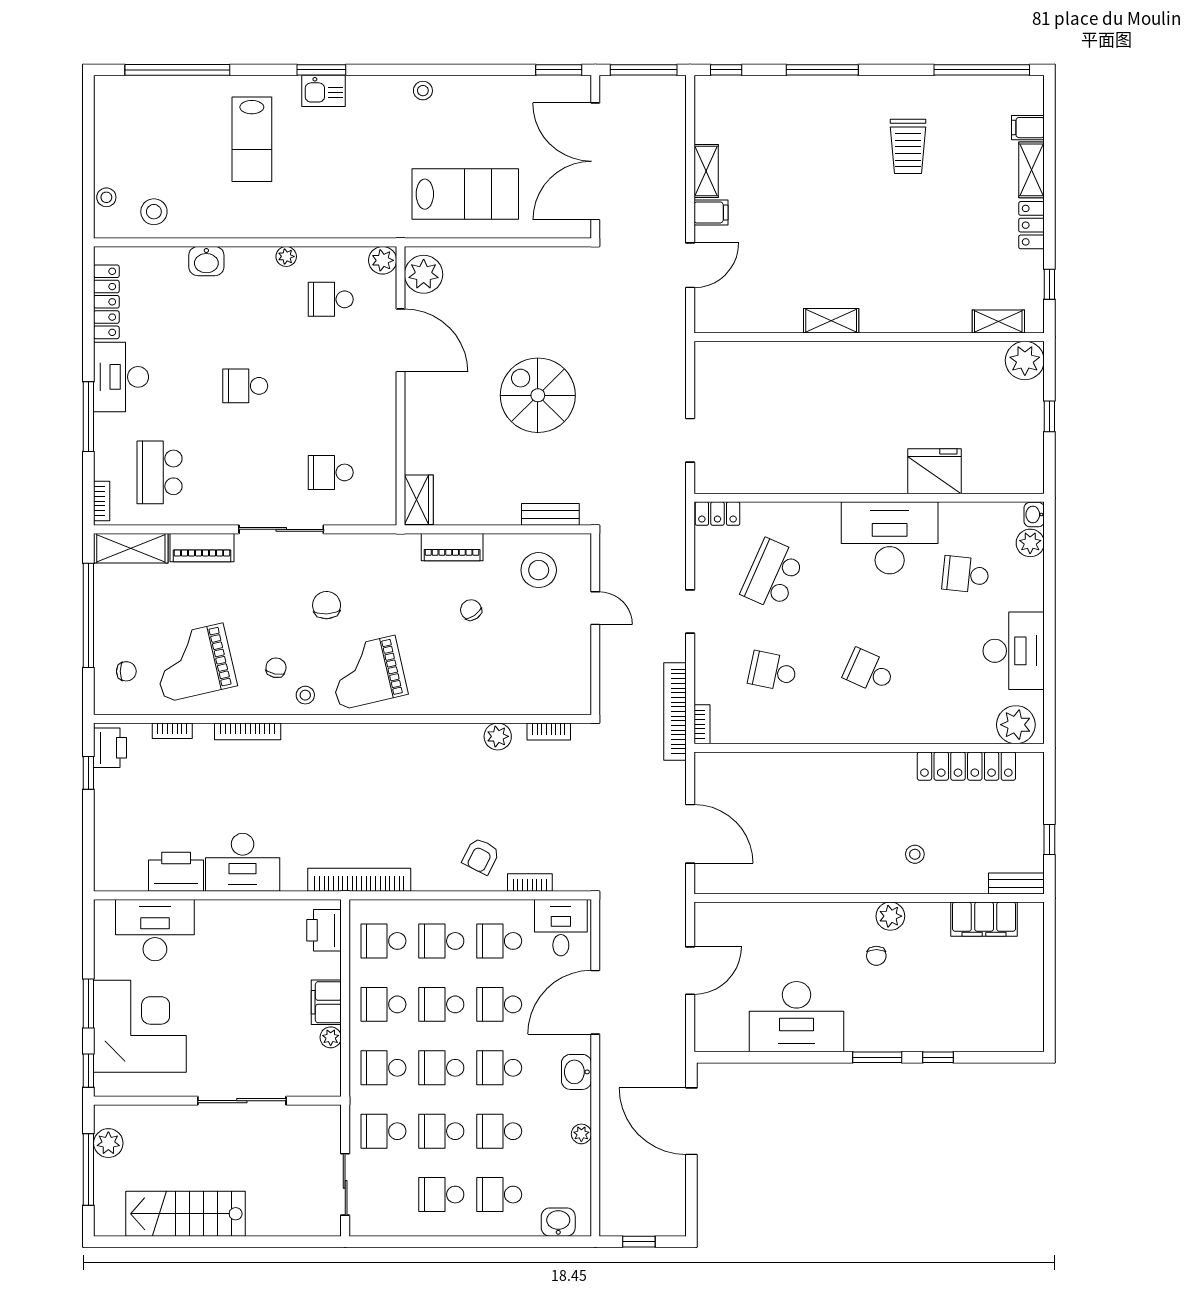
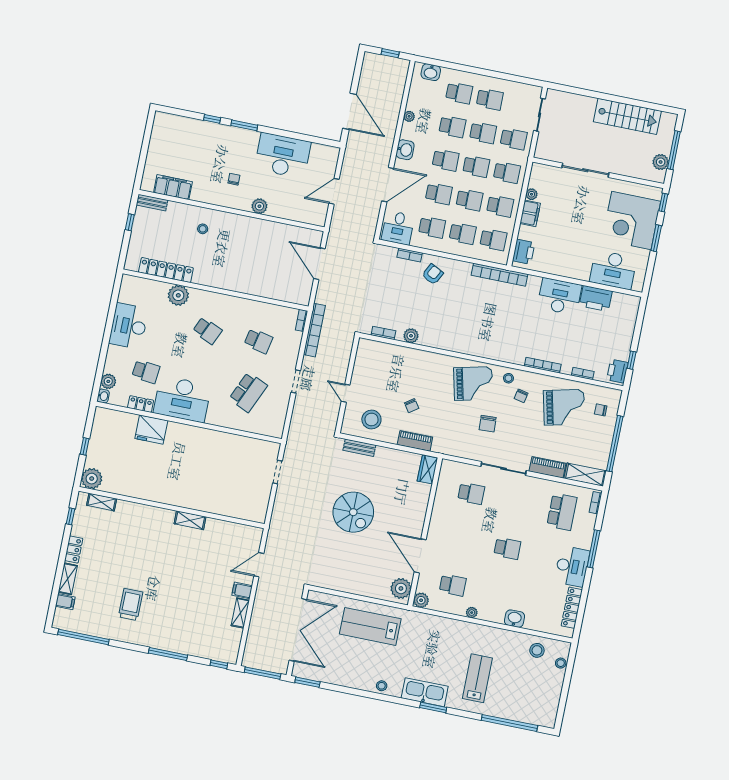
kitchen sink: (324, 91) -> (425, 692), width x1.87, depth x1.24
locker: (717, 514) -> (141, 404), moved
plant: (1016, 725) -> (178, 295), moved
plant: (890, 916) -> (259, 206), moved

